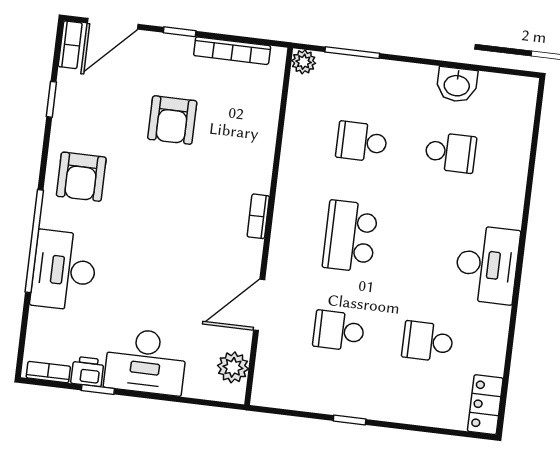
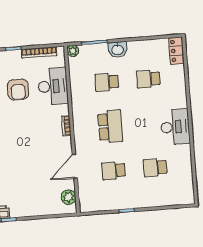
washbasin: (457, 85) -> (117, 49), moved
school desk: (451, 152) -> (148, 79), turned 180
school desk: (350, 236) -> (110, 126), turned 180
desk: (146, 361) -> (53, 86), moved, turned -90
locker: (485, 405) -> (177, 51), moved

